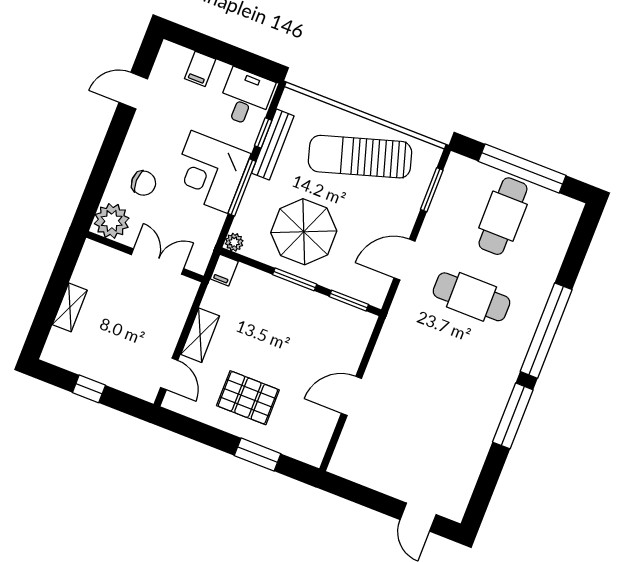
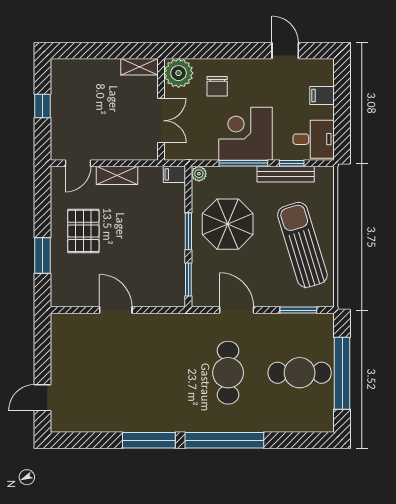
shelving: (70, 307) -> (139, 67), moved

